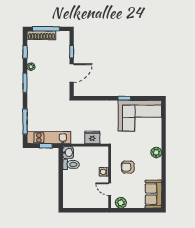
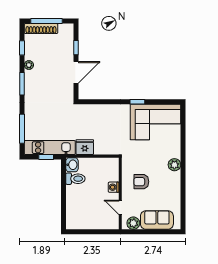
fridge: (92, 137) -> (85, 147), moved
sofa: (153, 194) -> (157, 220), moved, turned 90

